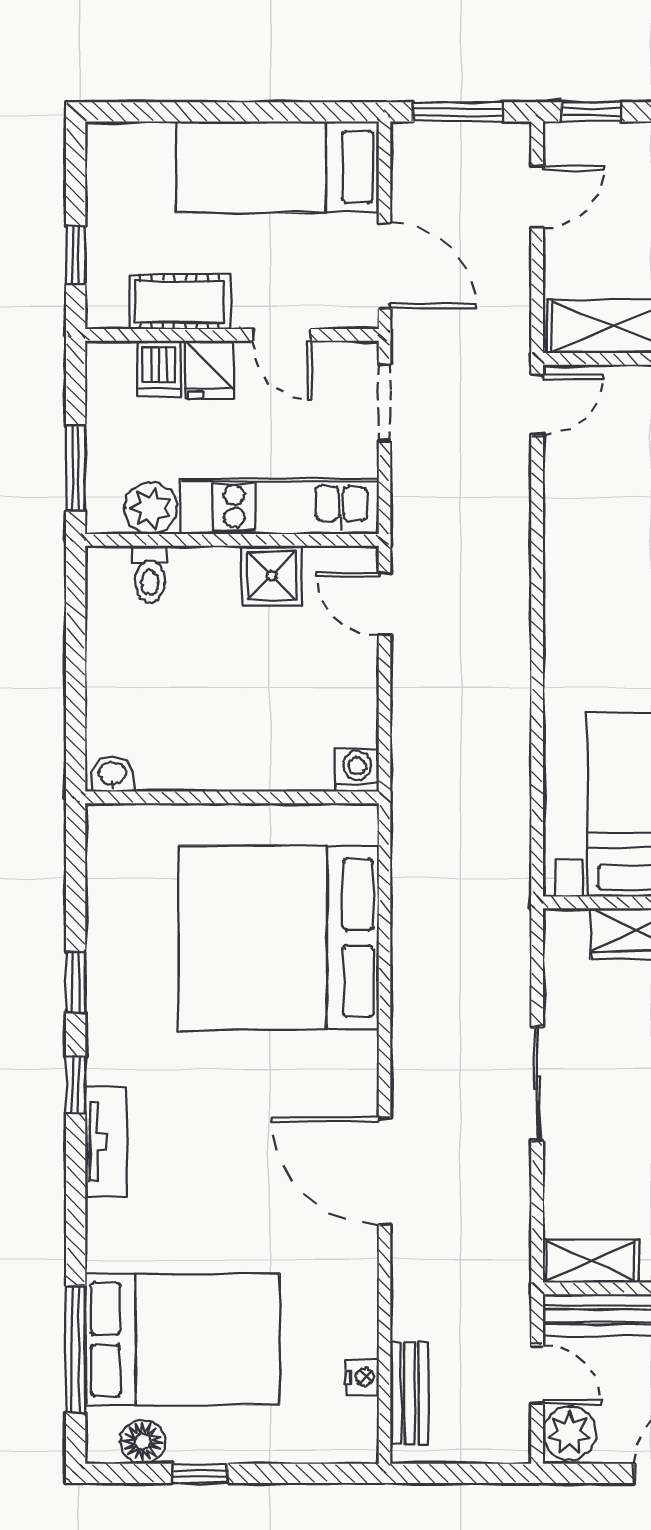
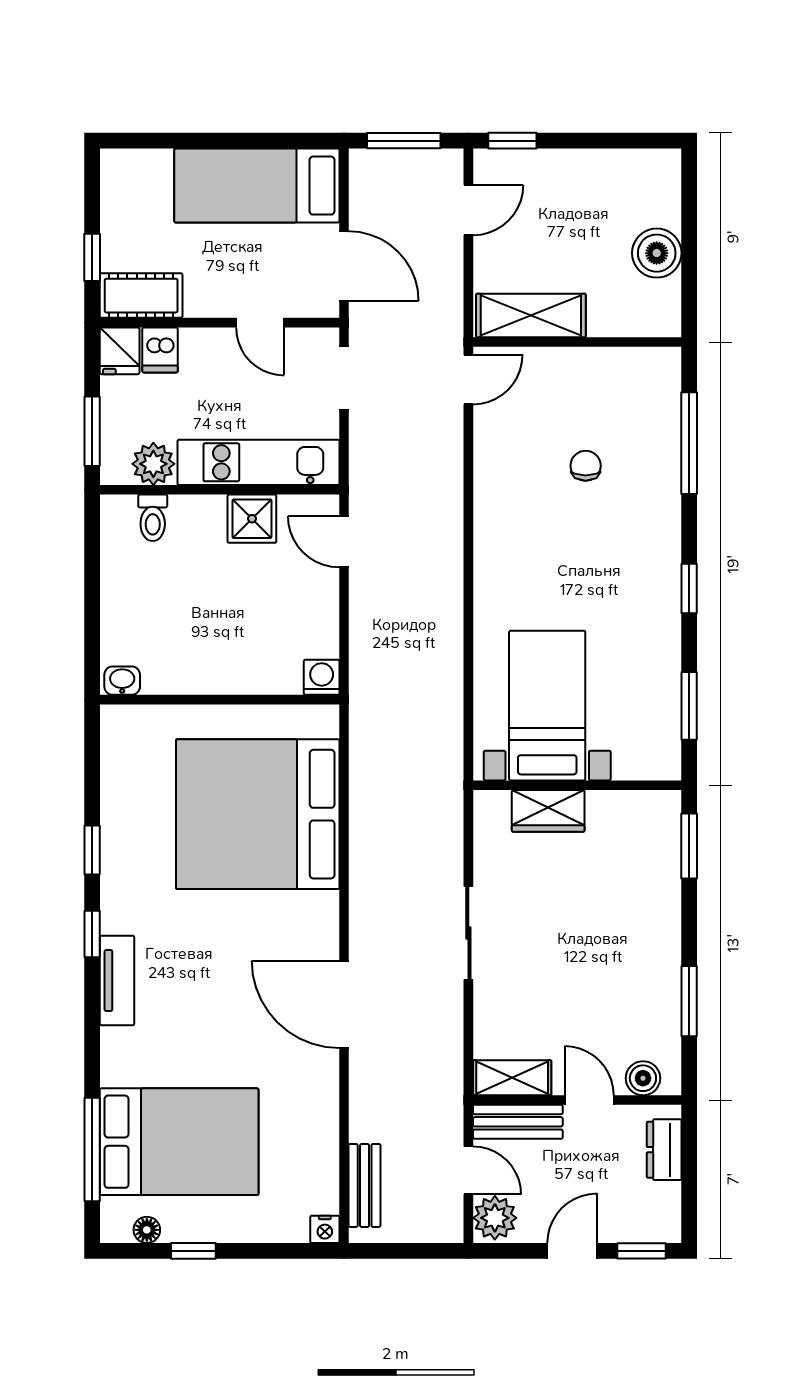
cot: (180, 302) -> (141, 296), moved
fridge: (209, 370) -> (120, 351), moved
nightstand: (362, 1377) -> (325, 1229), moved, turned 90
floor lamp: (143, 1442) -> (147, 1230), width x0.73, depth x0.73

